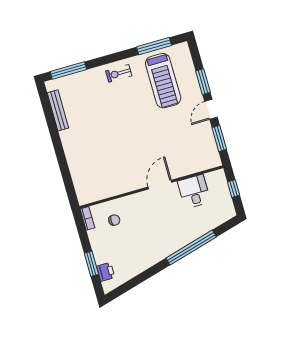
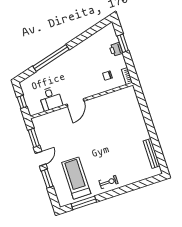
window: (68, 71) -> (145, 183), removed
printer: (106, 272) -> (116, 49), moved

